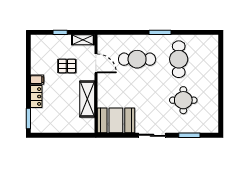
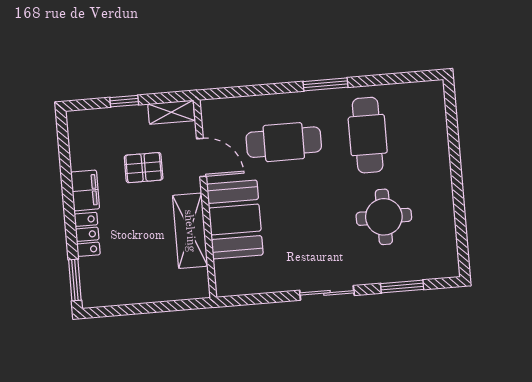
filing cabinet: (37, 80) -> (85, 190), width x2.00
booth: (116, 120) -> (235, 219), moved, turned 90

